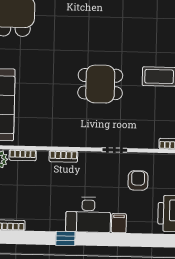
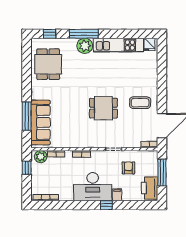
desk: (88, 215) -> (93, 187), width x1.36, depth x1.30
window: (65, 238) -> (106, 205), moved

